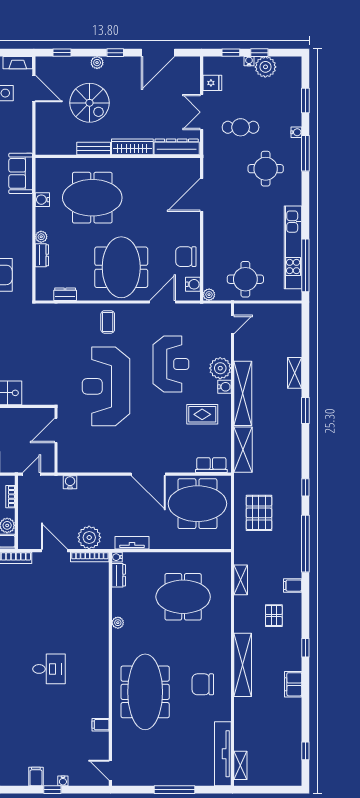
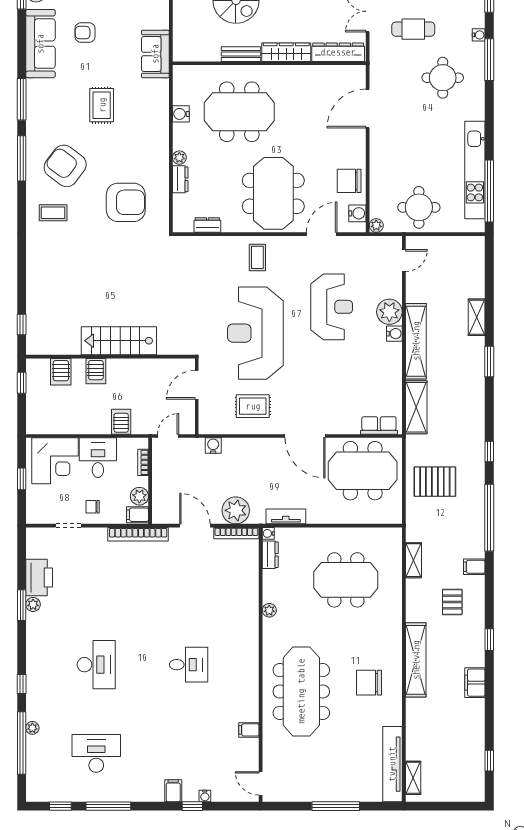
sofa: (21, 173) -> (155, 54), moved
rug: (202, 414) -> (253, 406), moved
pallet: (259, 513) -> (435, 482), turned 90

